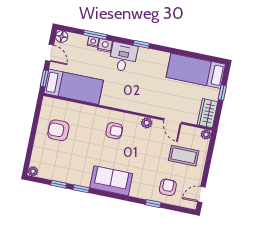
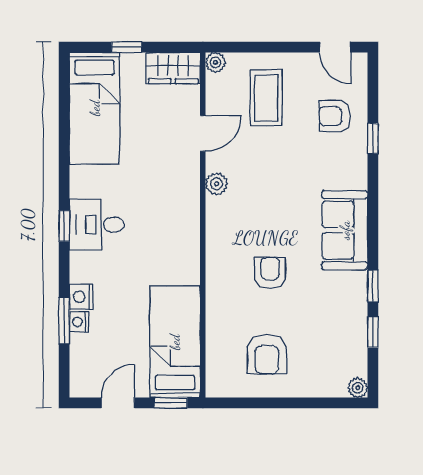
floor lamp: (62, 37) -> (81, 386), removed
desk: (123, 57) -> (97, 225), moved
armchair: (114, 131) -> (270, 273), moved

